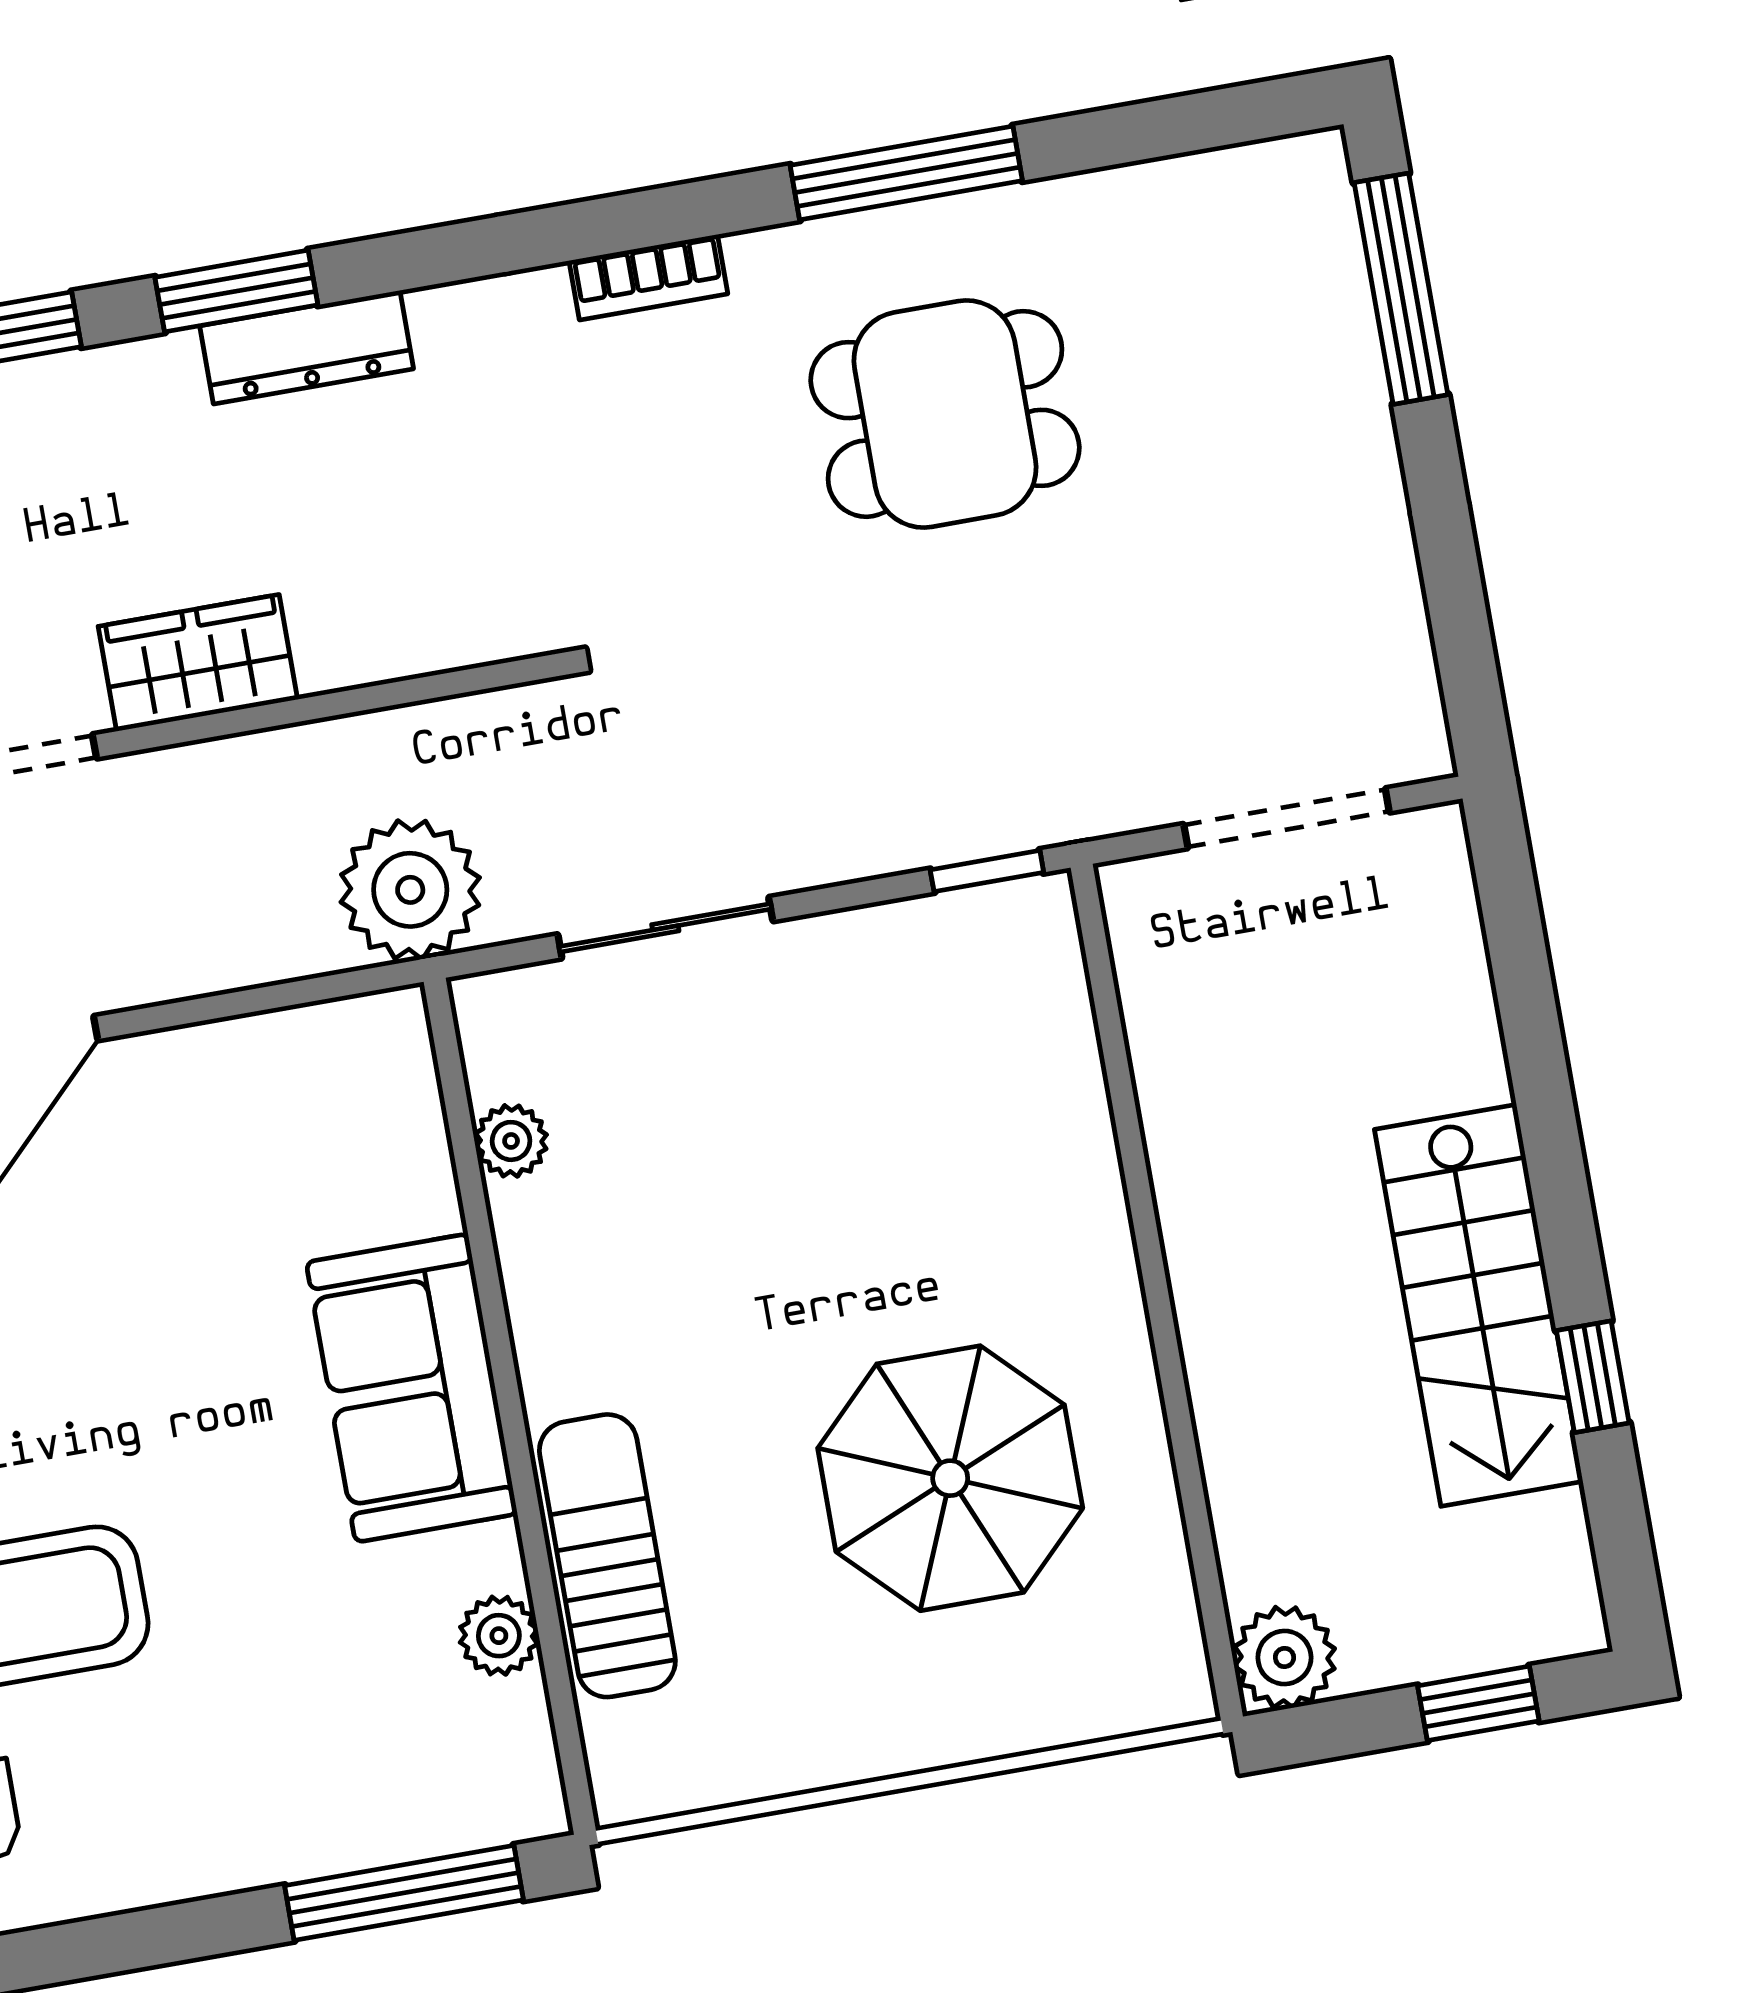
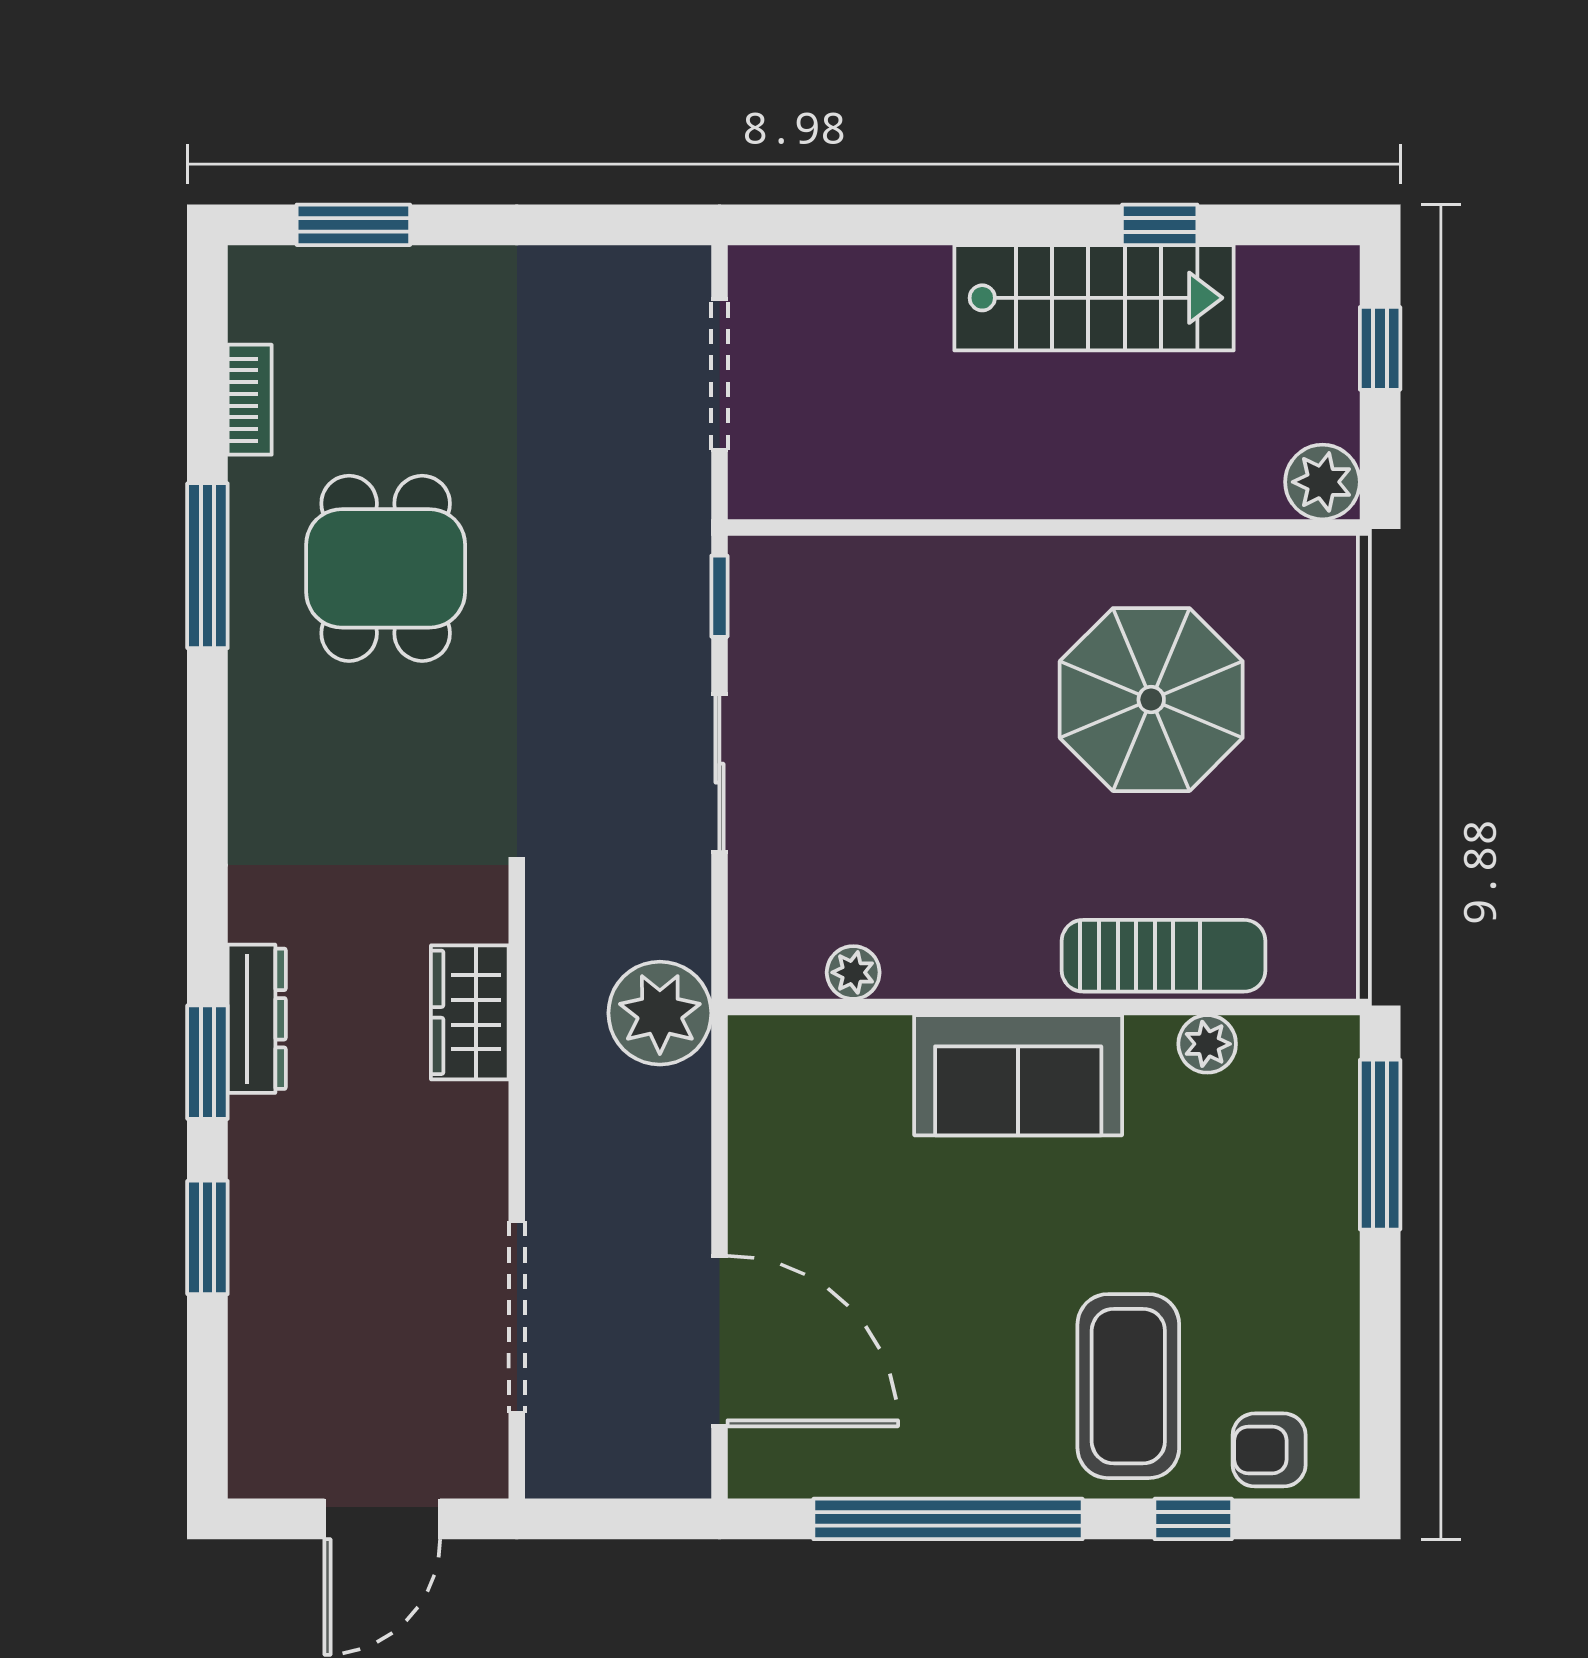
bookcase: (648, 277) -> (250, 400), moved
window: (1401, 289) -> (353, 225), width x0.69
wardrobe: (198, 663) -> (470, 1012), moved
sliding door: (665, 928) -> (719, 773), moved
sun lounger: (607, 1556) -> (1164, 956), turned 180

